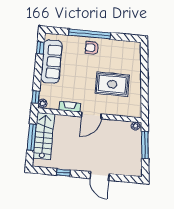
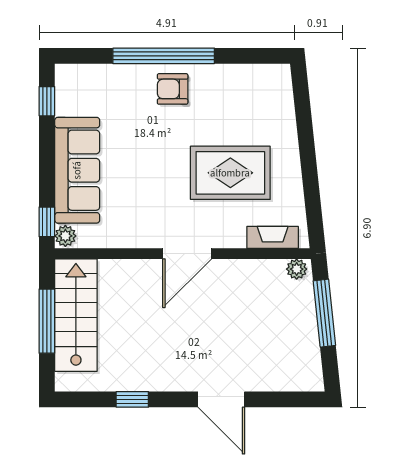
sofa: (51, 62) -> (77, 170), moved
fireplace: (70, 107) -> (273, 237), moved

